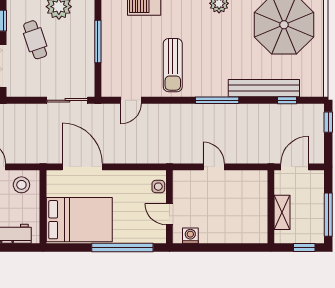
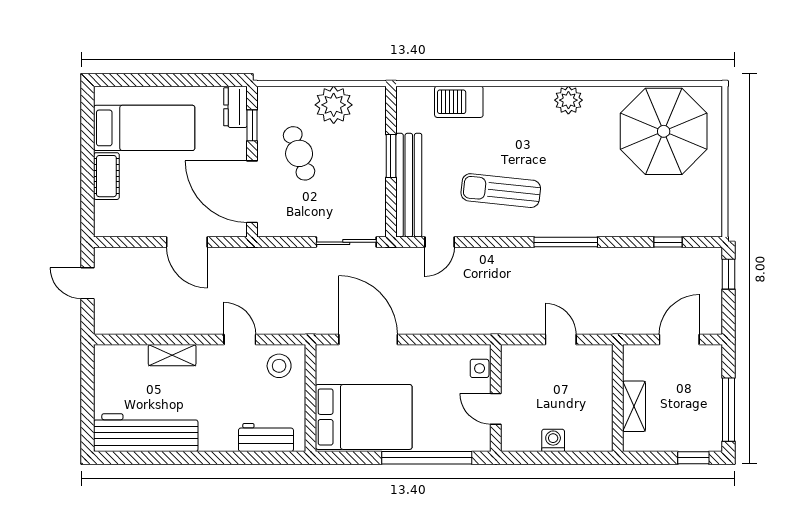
window: (98, 42) -> (391, 156), width x0.69
sun lounger: (173, 65) -> (501, 191), turned 96
bench: (264, 88) -> (409, 185), moved, turned 90
wall: (271, 207) -> (618, 398), moved
shelving: (282, 212) -> (634, 406), moved
washing machine: (190, 236) -> (553, 440), moved

